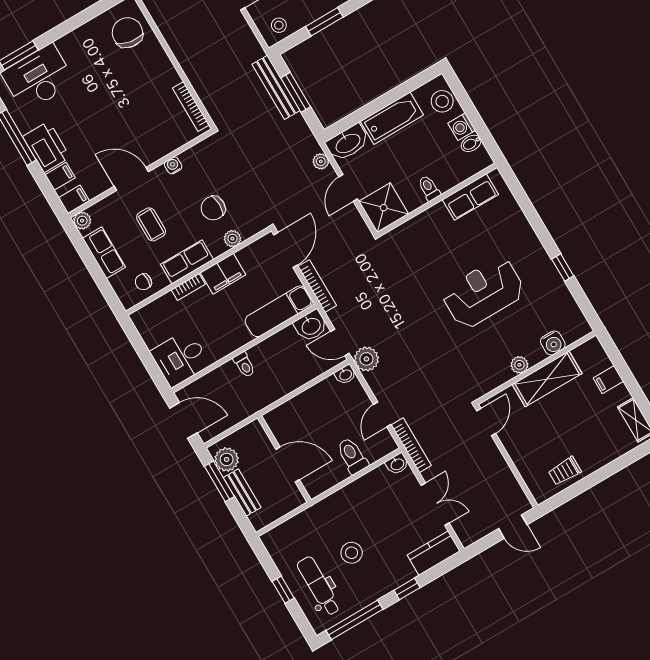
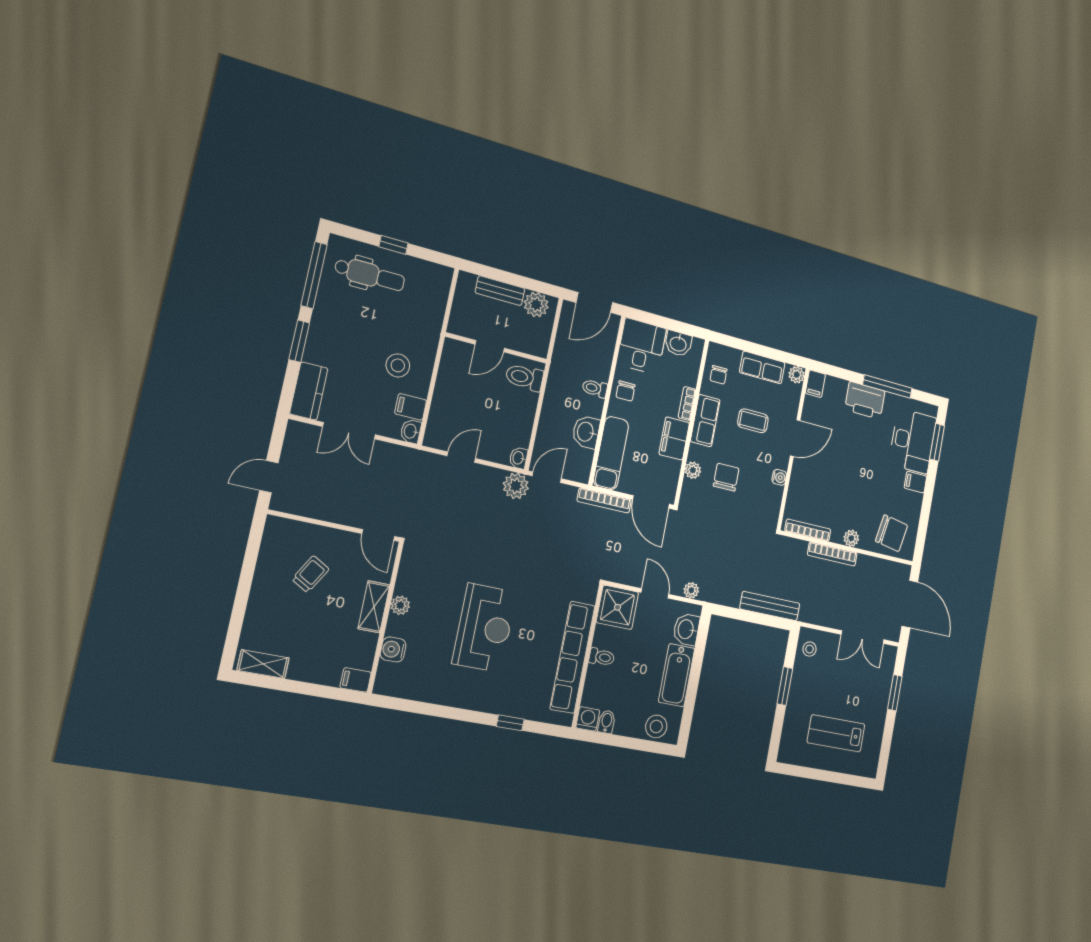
plant: (163, 64) -> (851, 538), added
window: (296, 92) -> (755, 618), removed
washing machine: (462, 127) -> (588, 719), moved
washbasin: (348, 143) -> (686, 629), width x0.72
filing cabinet: (60, 176) -> (915, 482), moved, turned 90
row of seats: (470, 197) -> (572, 657), width x2.02
window: (563, 268) -> (510, 723), moved
chair: (143, 282) -> (718, 375), turned 180
washbasin: (311, 326) -> (586, 432), moved
washbasin: (151, 333) -> (678, 343), added
chair: (224, 341) -> (626, 391), added
shelving: (547, 379) -> (374, 607), width x0.67, depth x0.75
filing cabinet: (608, 380) -> (356, 680), moved, turned -90
door: (382, 414) -> (461, 457), hinge flipped
bookcase: (411, 445) -> (832, 554), moved
toilet: (352, 456) -> (524, 377), moved, turned 180
door: (288, 464) -> (490, 346), width x0.73
trolley: (565, 471) -> (310, 574), moved, turned 30
filing cabinet: (381, 479) -> (411, 407), added
window: (219, 481) -> (524, 282), removed
stool: (352, 553) -> (398, 365), moved
window: (407, 589) -> (299, 341), width x1.50

